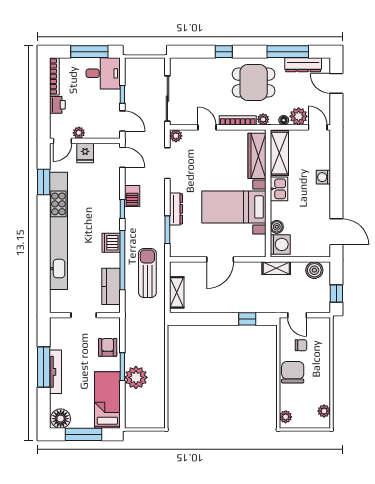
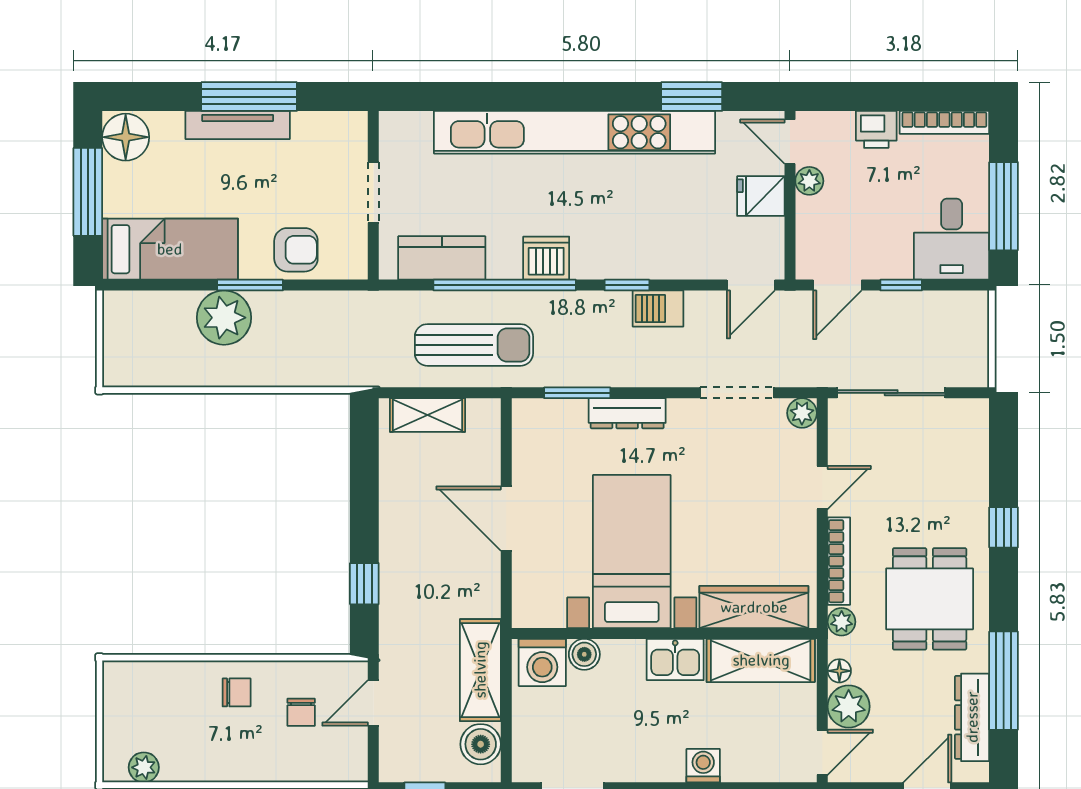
shelving: (276, 268) -> (480, 670), width x1.50, depth x1.33
chair: (293, 372) -> (237, 692), width x0.54, depth x0.54
plant: (286, 417) -> (130, 675), removed

